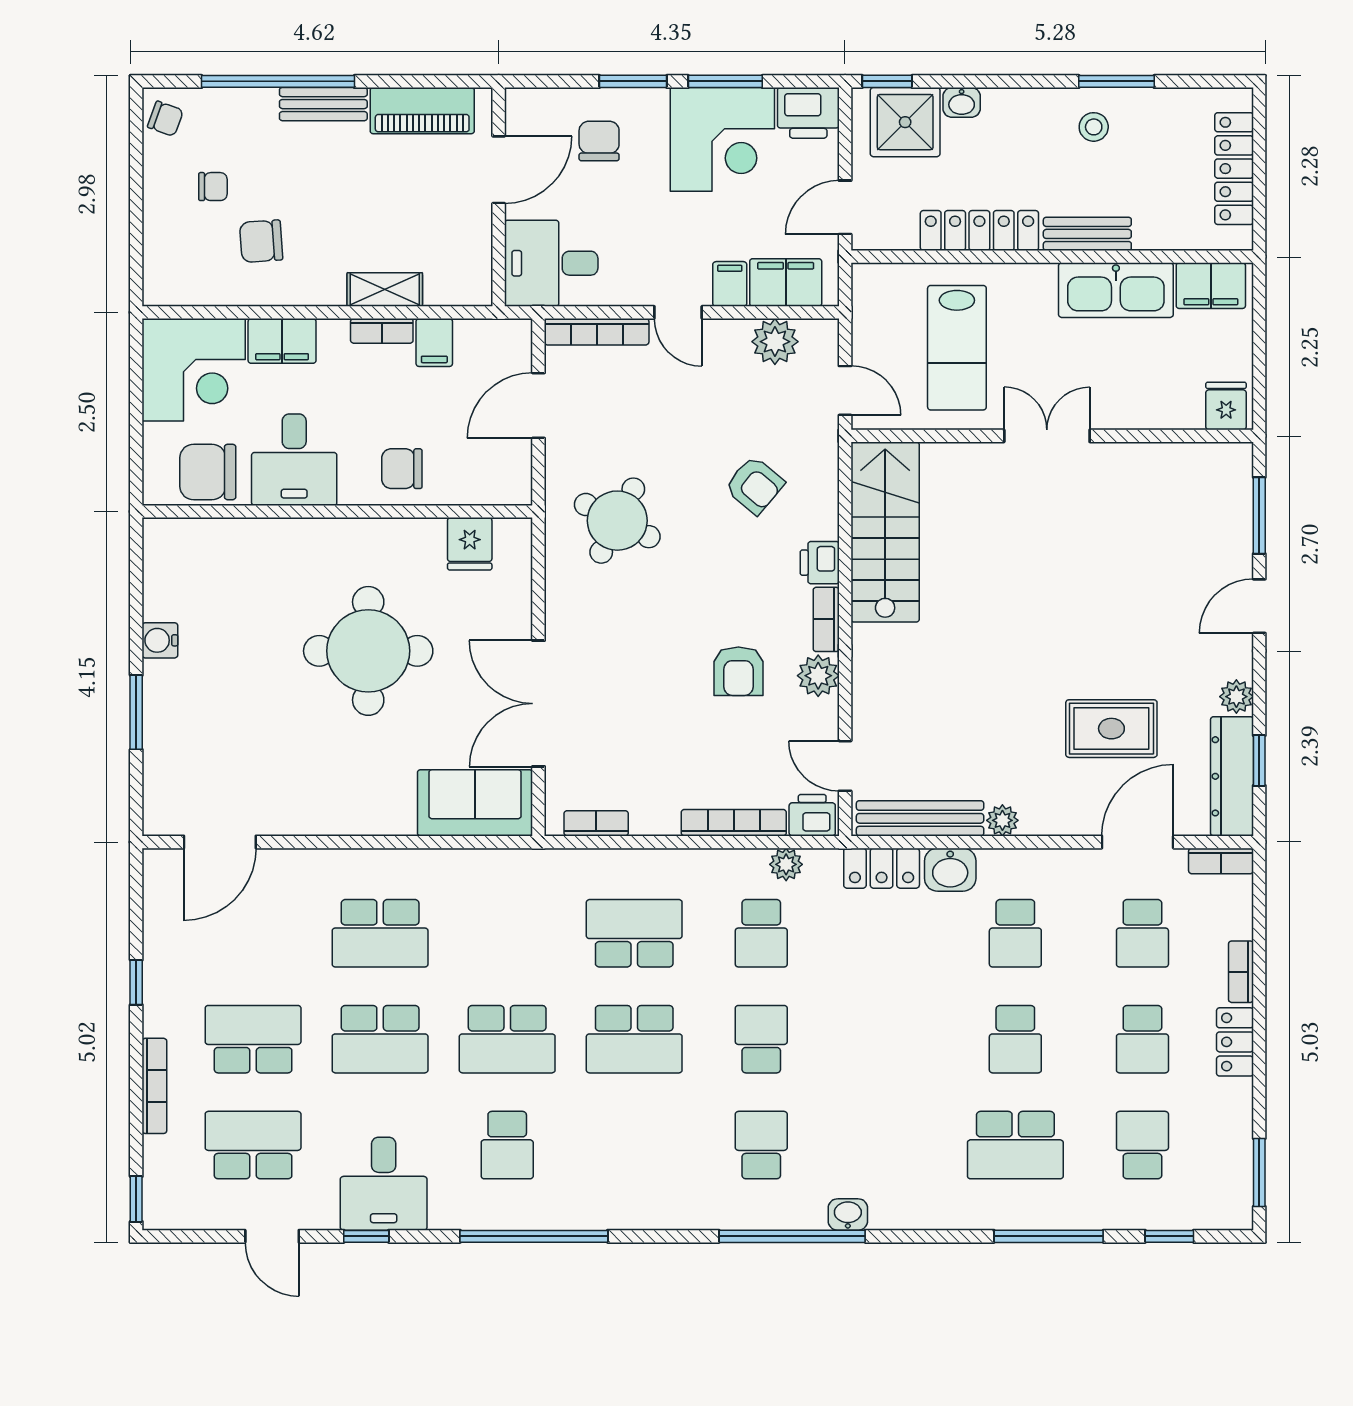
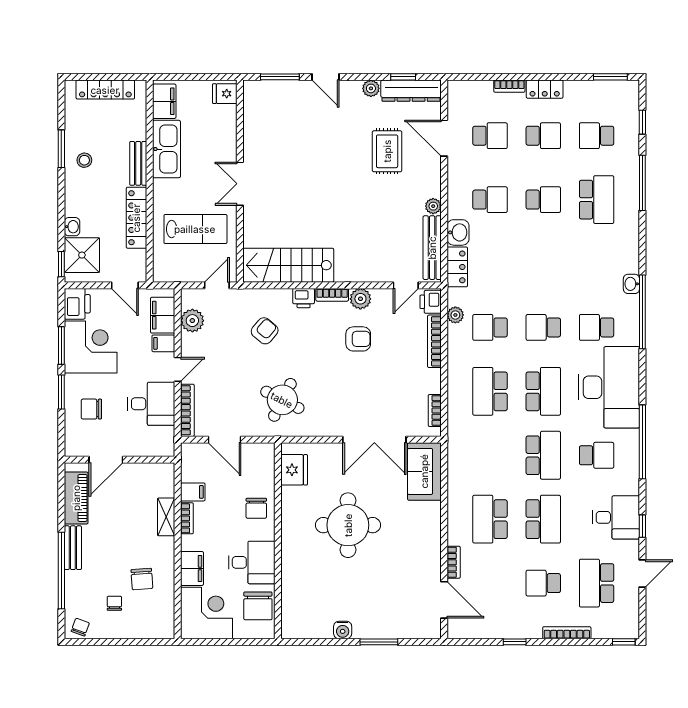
door: (499, 170) -> (106, 460), swing flipped
desk: (551, 263) -> (151, 404), moved, turned -90
fridge: (470, 544) -> (294, 470), width x1.38
bookcase: (1221, 861) -> (454, 562), moved
school desk: (380, 933) -> (490, 519), turned 180
school desk: (761, 933) -> (490, 327), turned 180
school desk: (253, 1039) -> (543, 583), width x0.54
desk: (642, 1170) -> (609, 387), added

